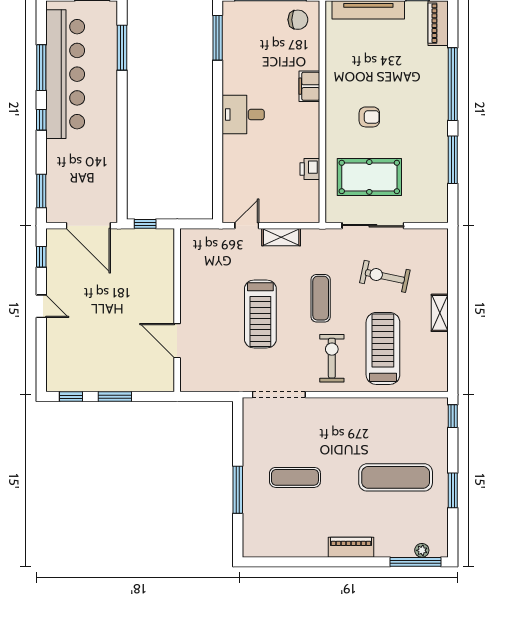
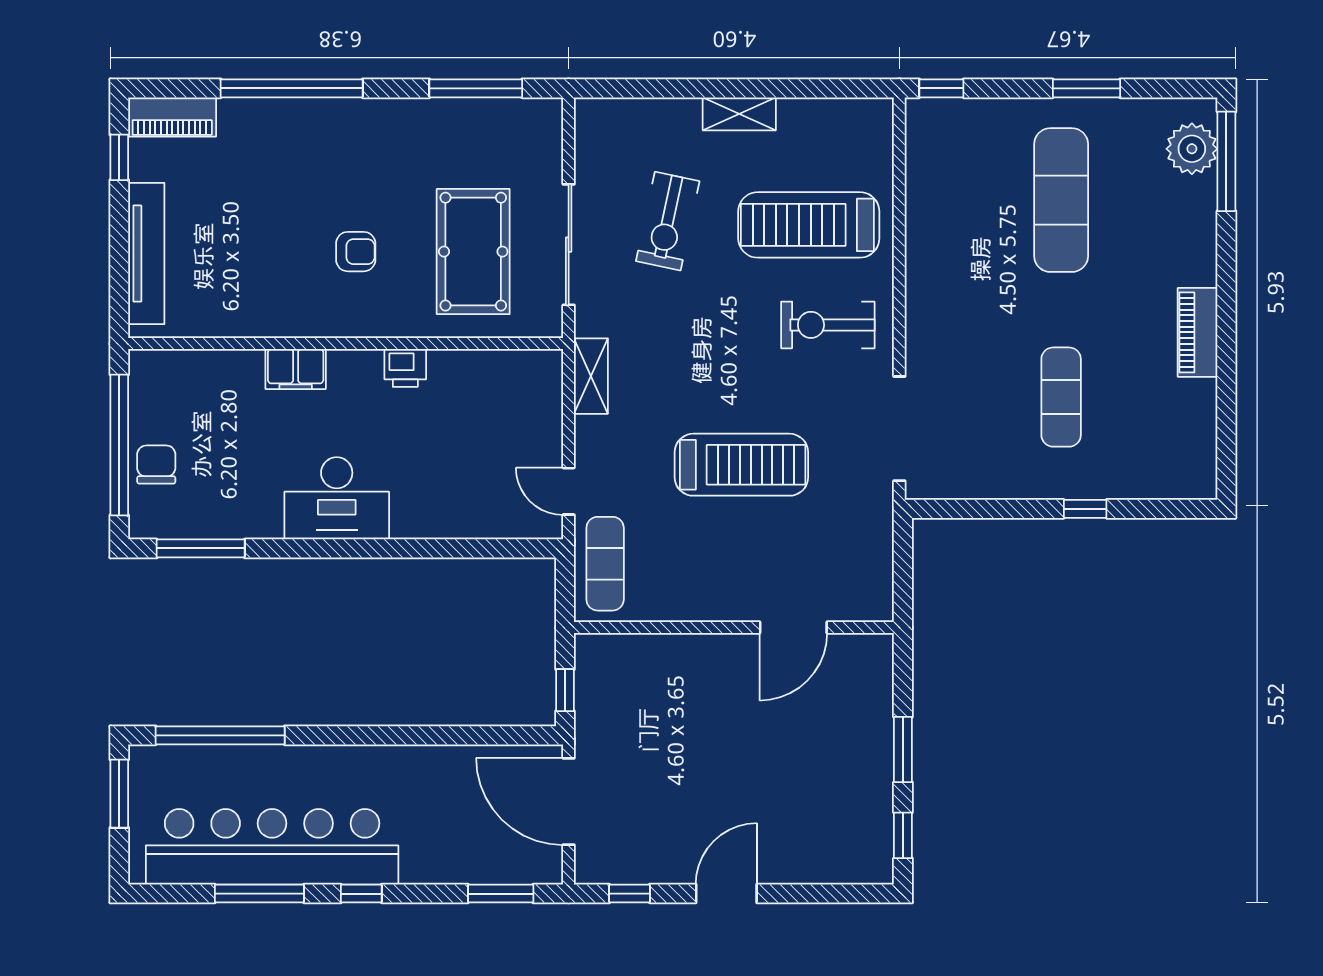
chair: (298, 20) -> (156, 465), moved
window: (122, 48) -> (220, 735), width x1.46
desk: (243, 115) -> (337, 498), width x1.37
armchair: (369, 117) -> (356, 252), turned 90
window: (453, 160) -> (476, 88), moved
printer: (310, 169) -> (405, 368), moved
door: (88, 226) -> (569, 801), swing flipped
shelving: (281, 237) -> (591, 376), moved
exercise mat: (321, 298) -> (605, 564), moved, turned 90
door: (41, 306) -> (726, 894), width x1.37
window: (238, 490) -> (1085, 509), width x0.46
piano: (351, 547) -> (1198, 332), moved
plant: (422, 550) -> (1192, 149), width x1.87, depth x1.87

